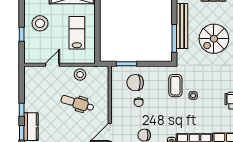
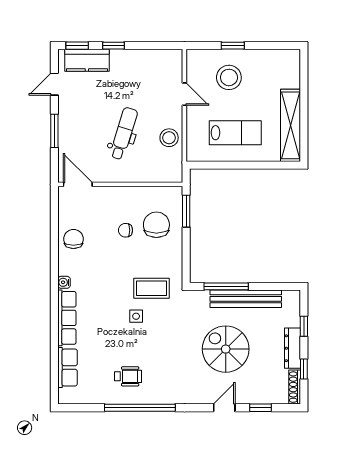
stool: (40, 23) -> (229, 77), moved

